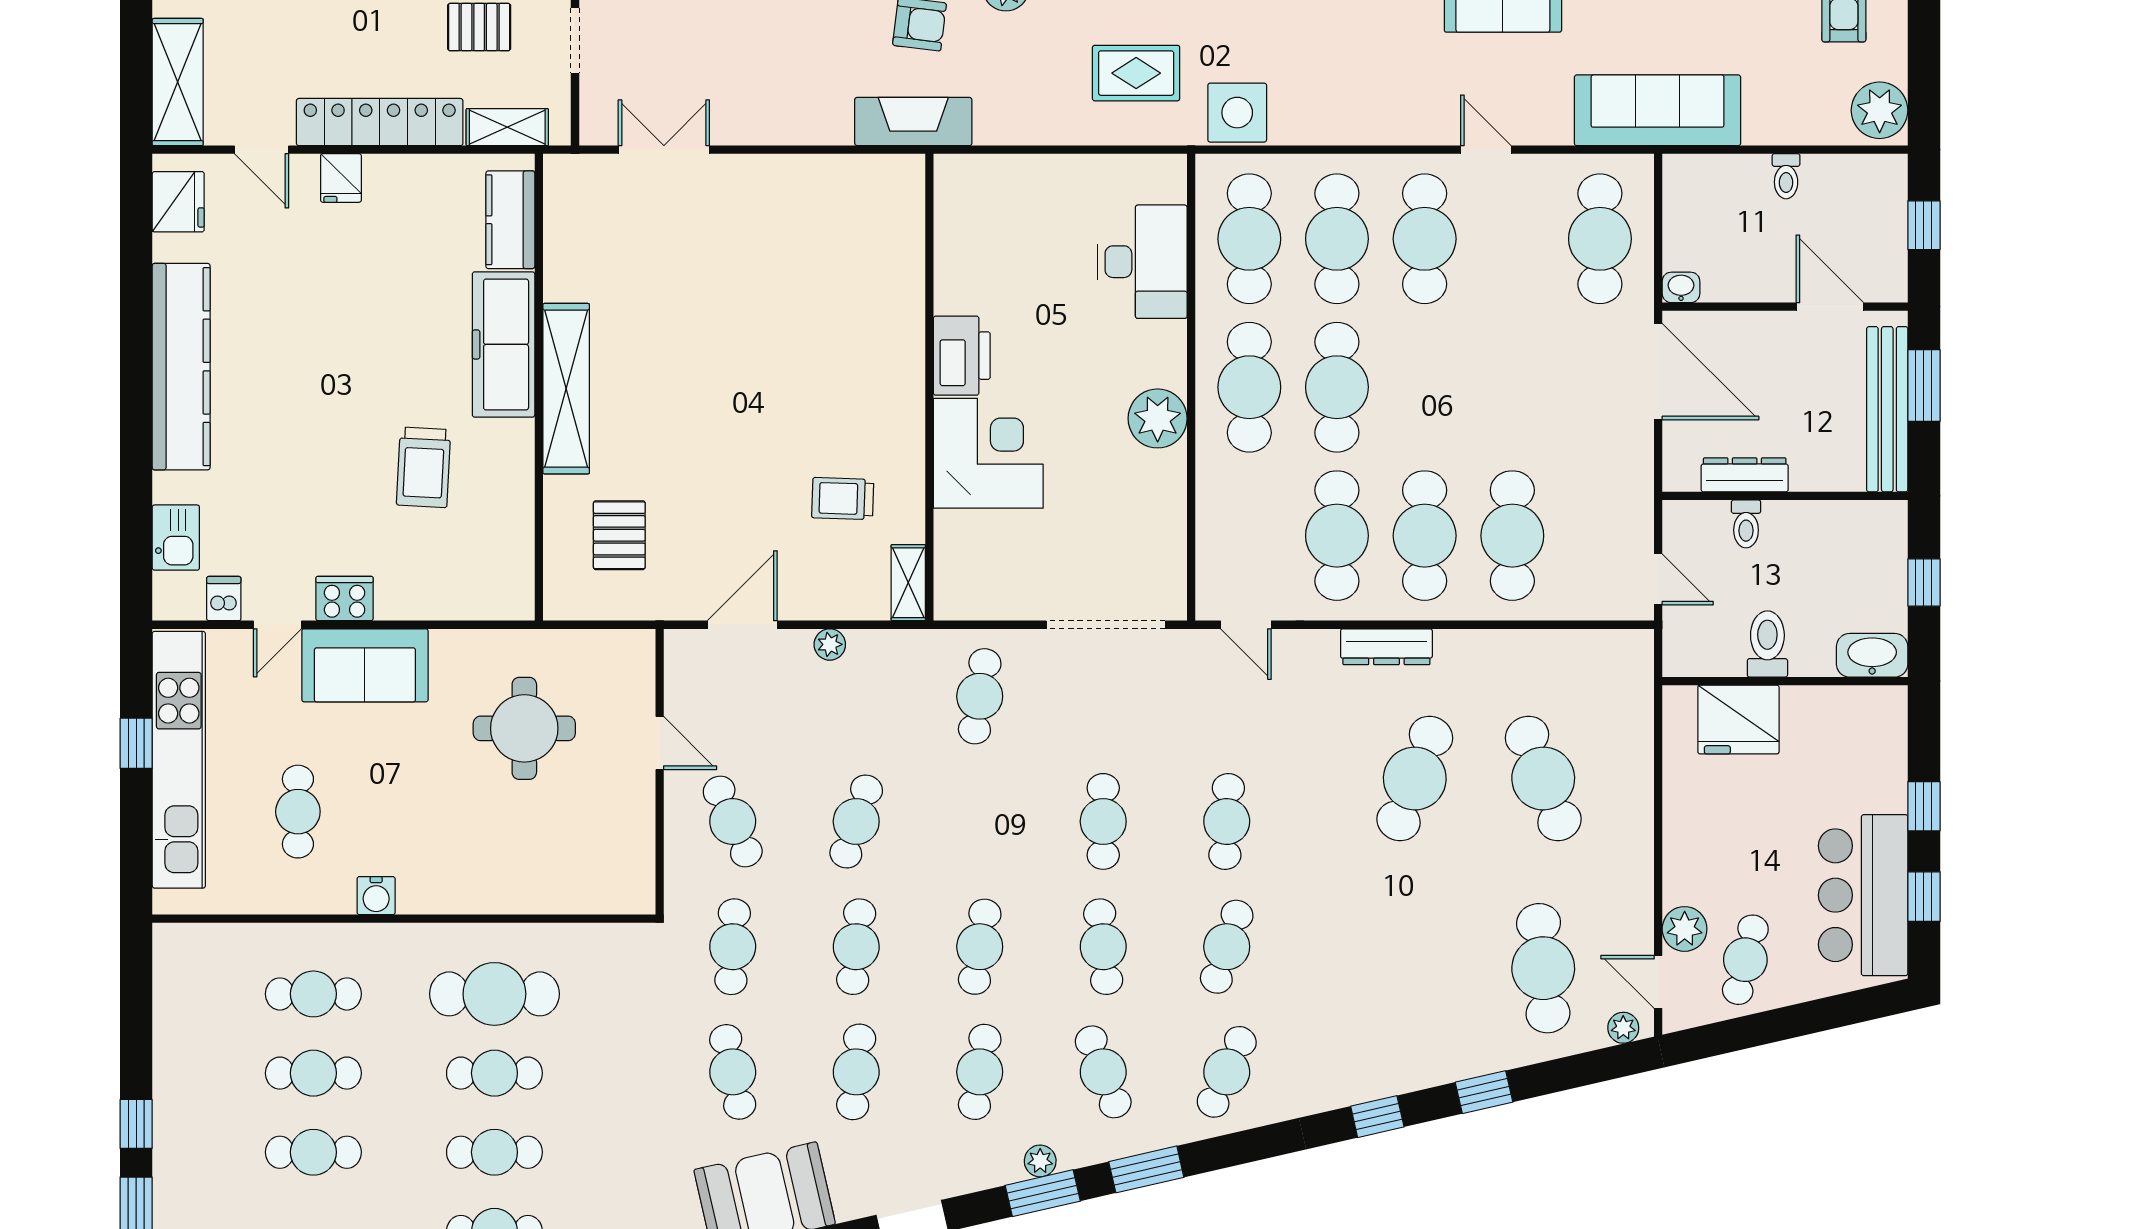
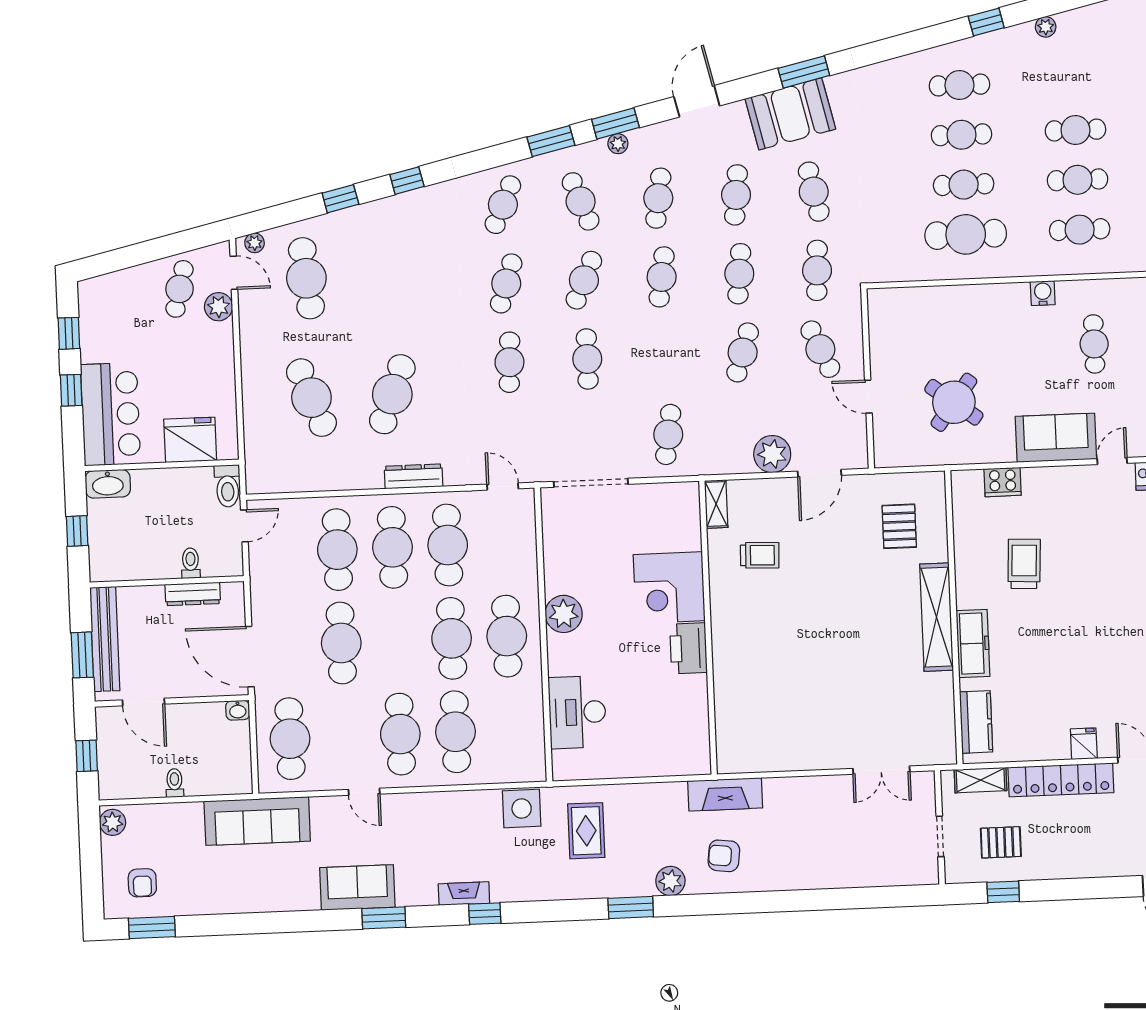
rug: (1136, 73) -> (586, 831), turned 90
plant: (1880, 110) -> (113, 822), width x0.73, depth x0.73
cafe table: (1249, 239) -> (341, 643), moved
freezer: (504, 344) -> (973, 643), width x0.73, depth x0.79
door: (1658, 579) -> (244, 526), swing flipped
cooker: (345, 599) -> (1003, 482), moved
plant: (830, 644) -> (772, 454), width x1.87, depth x1.87
toilet: (1767, 644) -> (228, 486), moved
round table: (524, 728) -> (954, 402), turned 37
bar counter: (1863, 895) -> (111, 414), moved
cafe table: (1103, 947) -> (584, 280), turned 30

